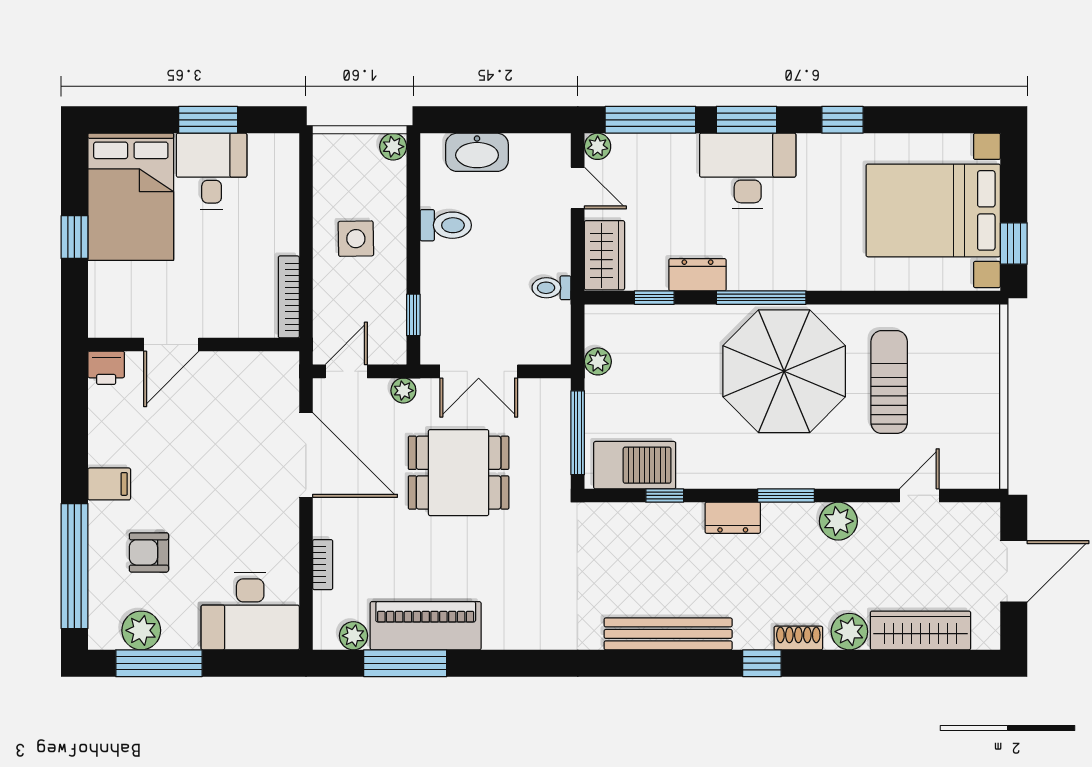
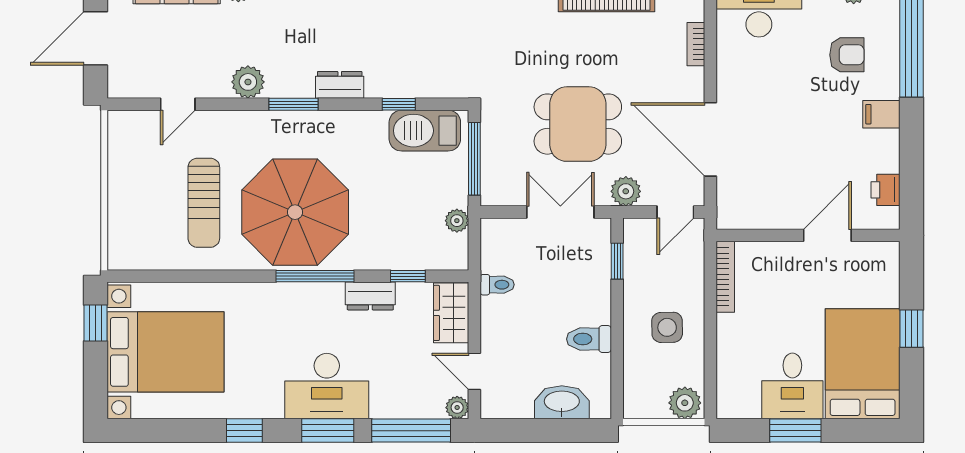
plant: (393, 147) -> (685, 403), moved, width x1.38, depth x1.38
printer: (106, 368) -> (885, 190), moved, turned -90
plant: (403, 391) -> (626, 191), width x1.38, depth x1.38

